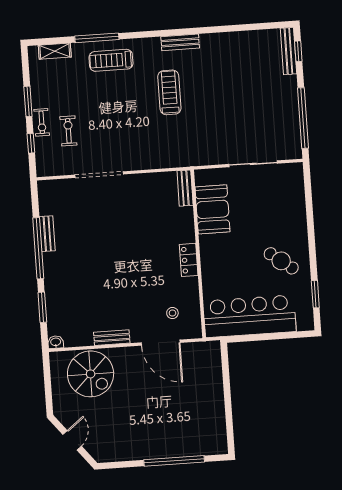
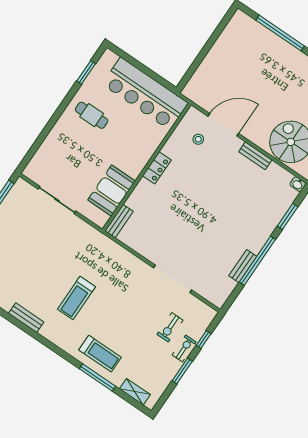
bench: (180, 42) -> (26, 318), moved
cafe table: (281, 261) -> (92, 115), turned -37
door: (161, 343) -> (223, 125), hinge flipped

